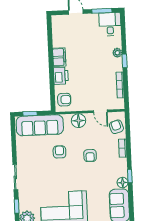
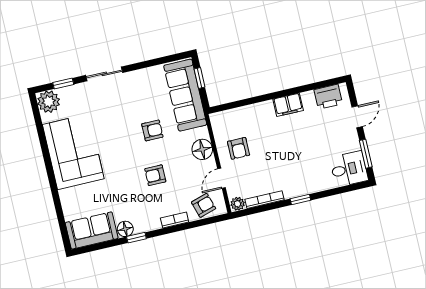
plant: (117, 53) -> (238, 204), moved
printer: (61, 76) -> (328, 97), moved
armchair: (64, 100) -> (239, 148), moved

